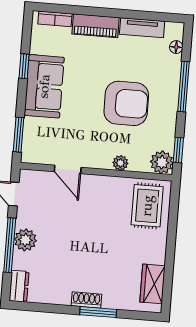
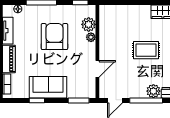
plant: (162, 162) -> (89, 24), moved
rug: (147, 206) -> (146, 50), moved
plant: (25, 240) -> (153, 91), moved

